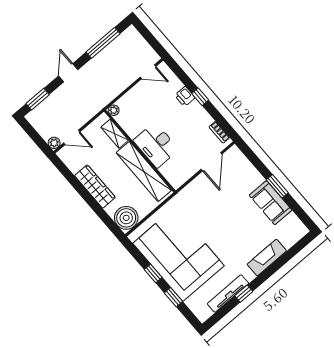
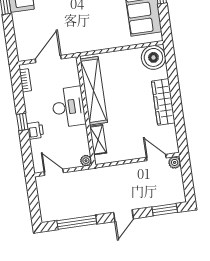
plant: (114, 110) -> (86, 161), moved
shelving: (115, 134) -> (98, 140), moved
desk: (156, 145) -> (68, 107), moved
wall: (140, 151) -> (86, 111), moved
shelving: (144, 171) -> (94, 91), moved

